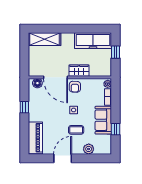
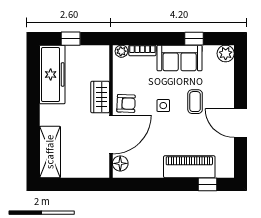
window: (24, 107) -> (208, 184), moved
piano: (35, 138) -> (189, 167), moved
plant: (89, 149) -> (226, 53), moved

